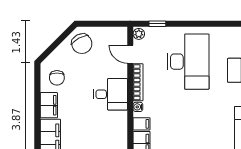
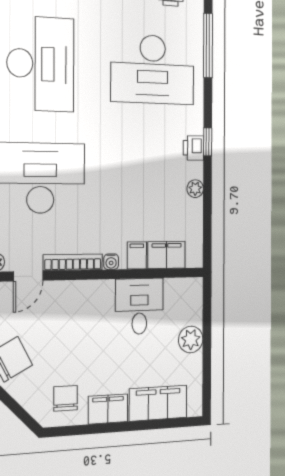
chair: (57, 78) -> (66, 398), turned -90
desk: (110, 94) -> (139, 306), moved

